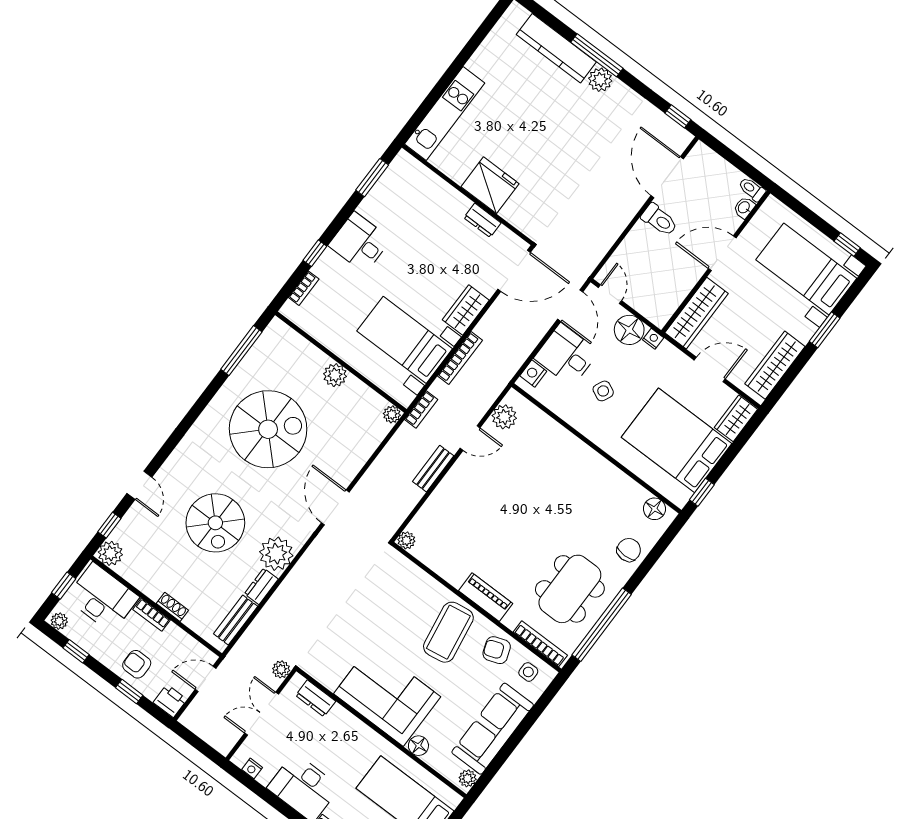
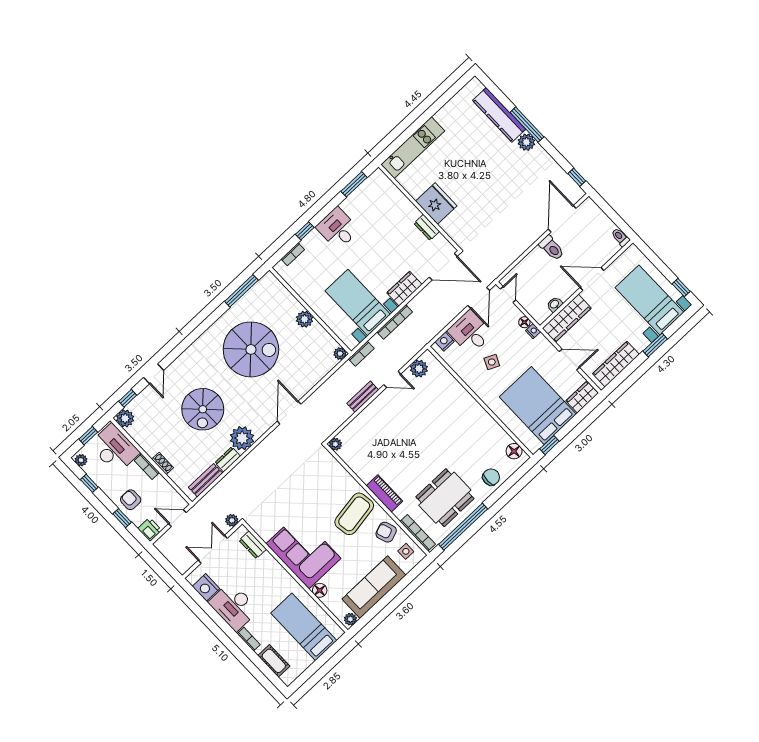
washbasin: (744, 208) -> (555, 304), moved
floor lamp: (629, 330) -> (524, 322), width x0.53, depth x0.53
nightstand: (252, 768) -> (206, 587), width x1.89, depth x1.79

